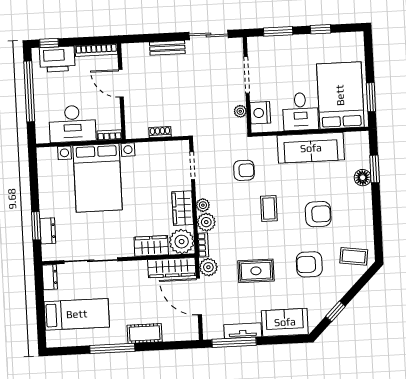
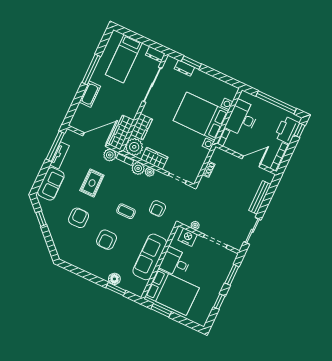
bench: (167, 48) -> (260, 197), width x1.36
coffee table: (354, 256) -> (69, 248), removed

